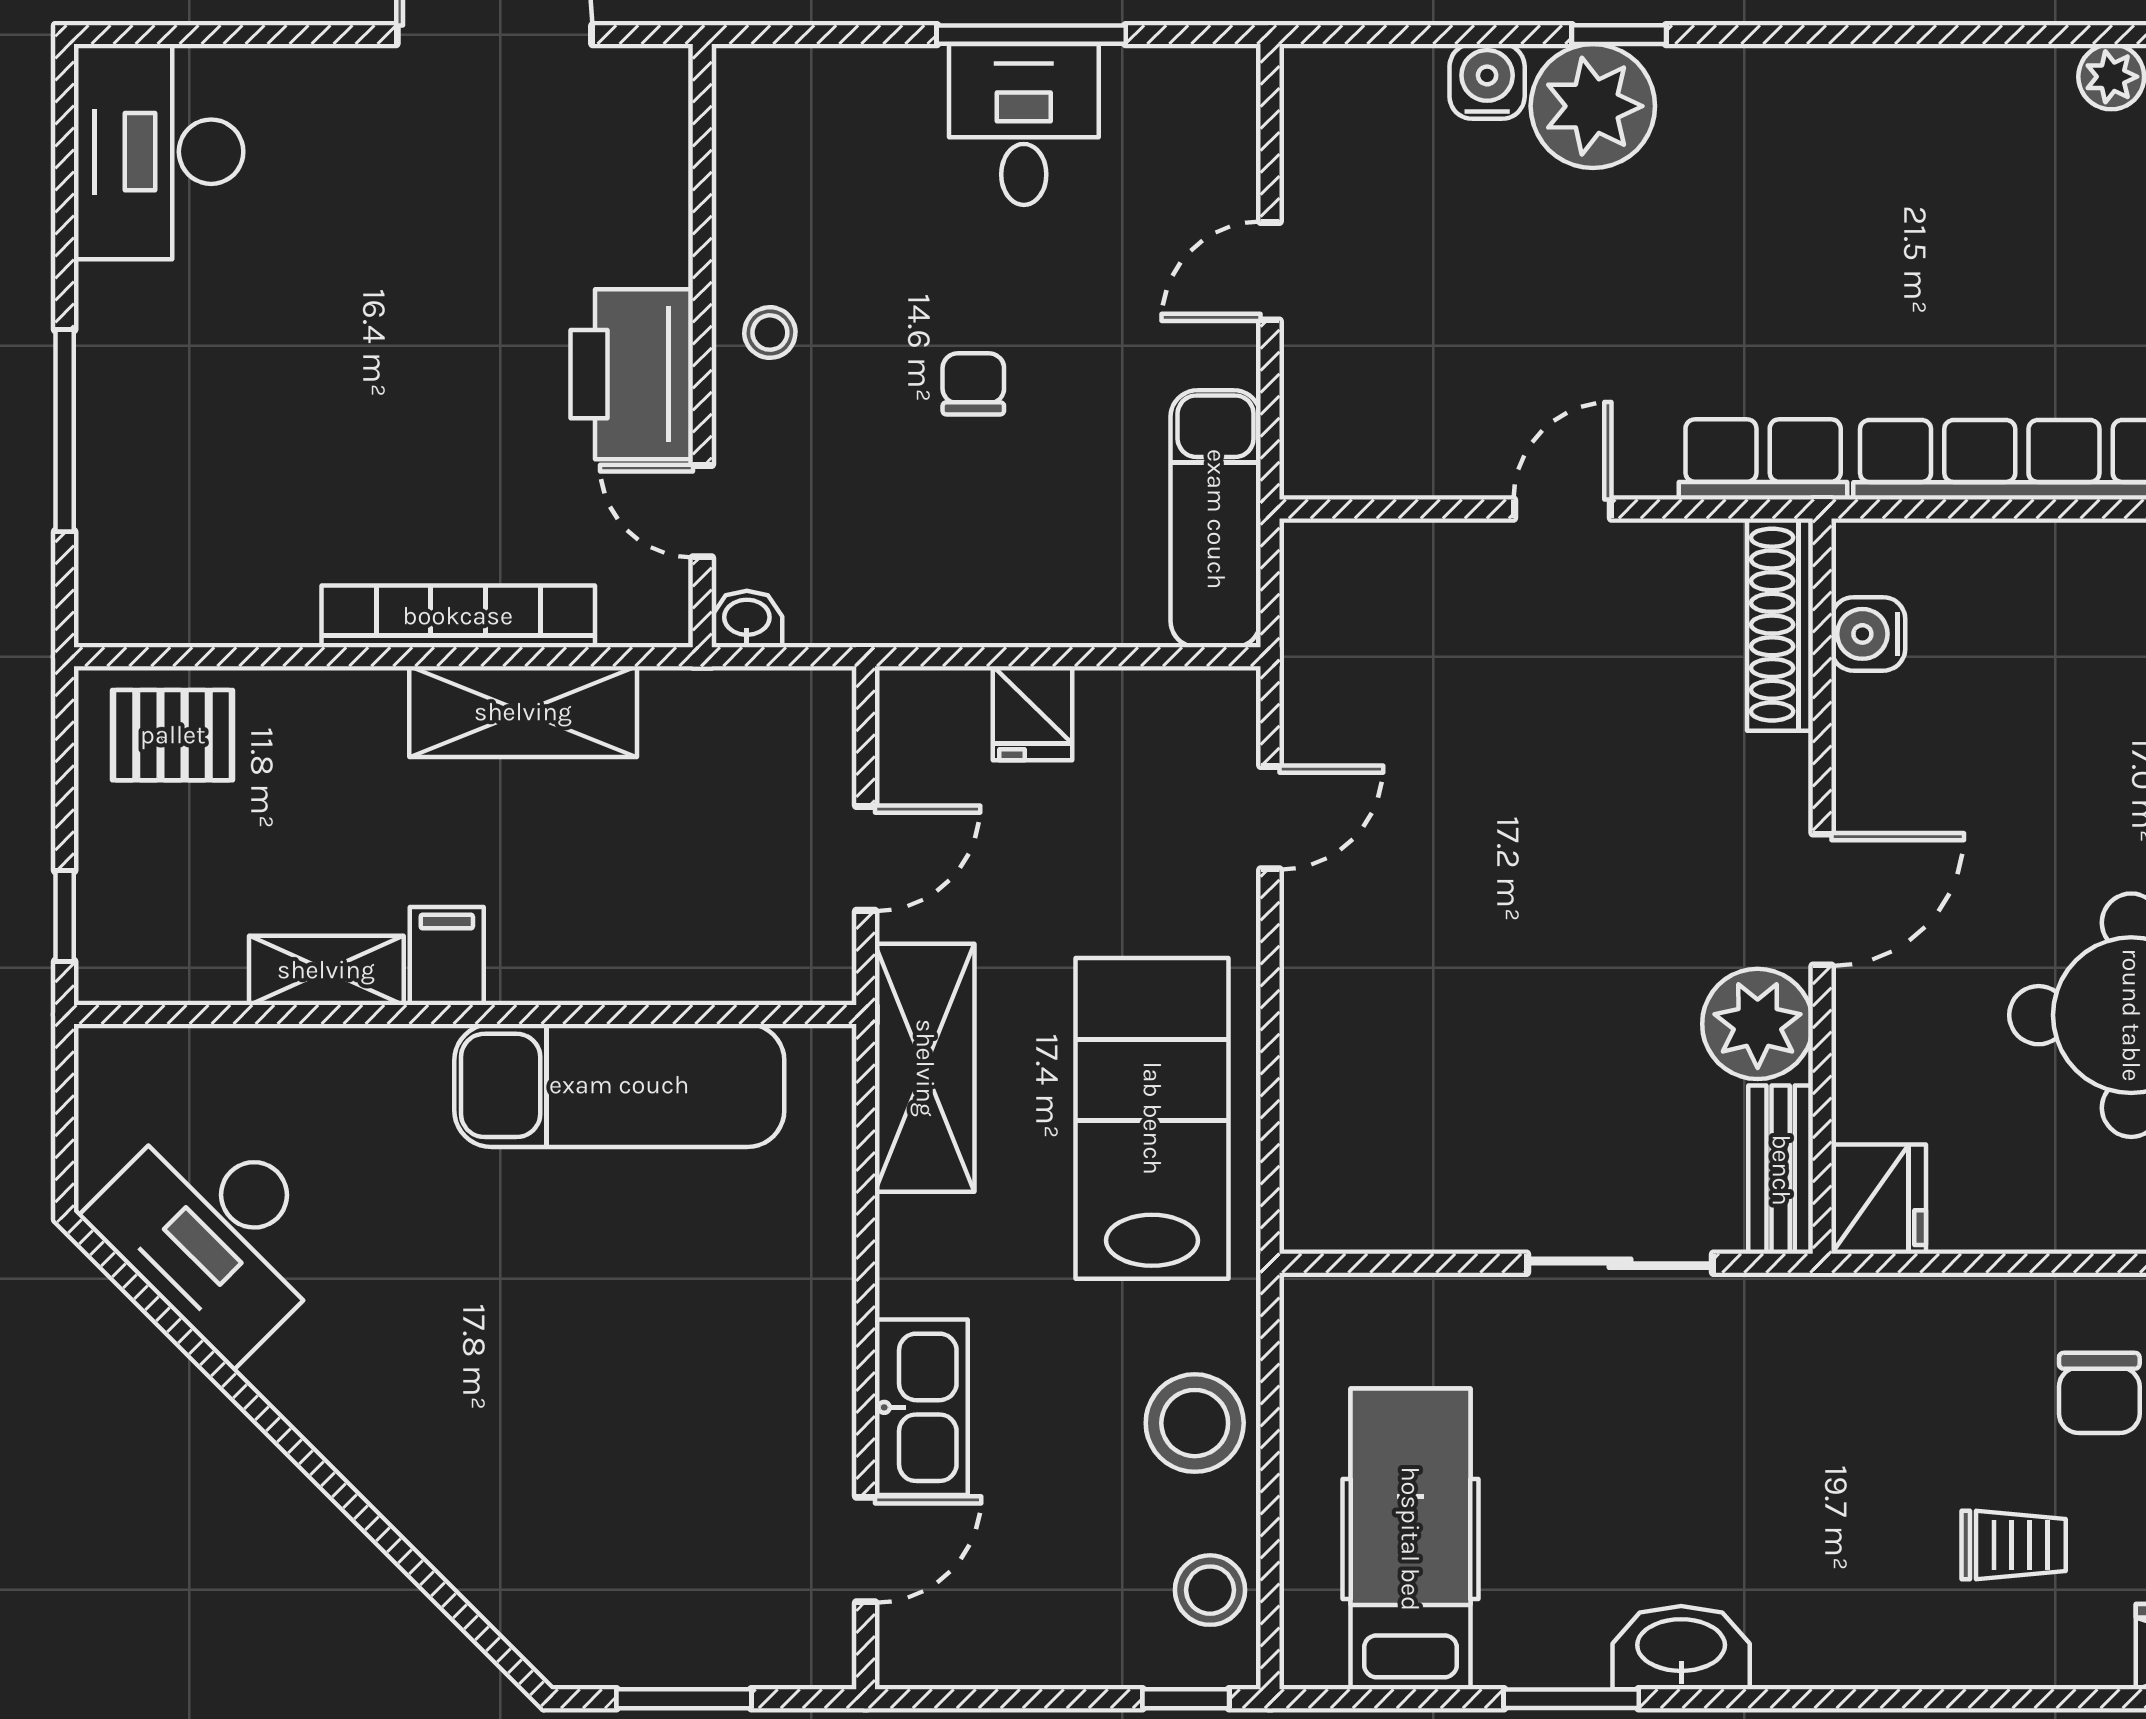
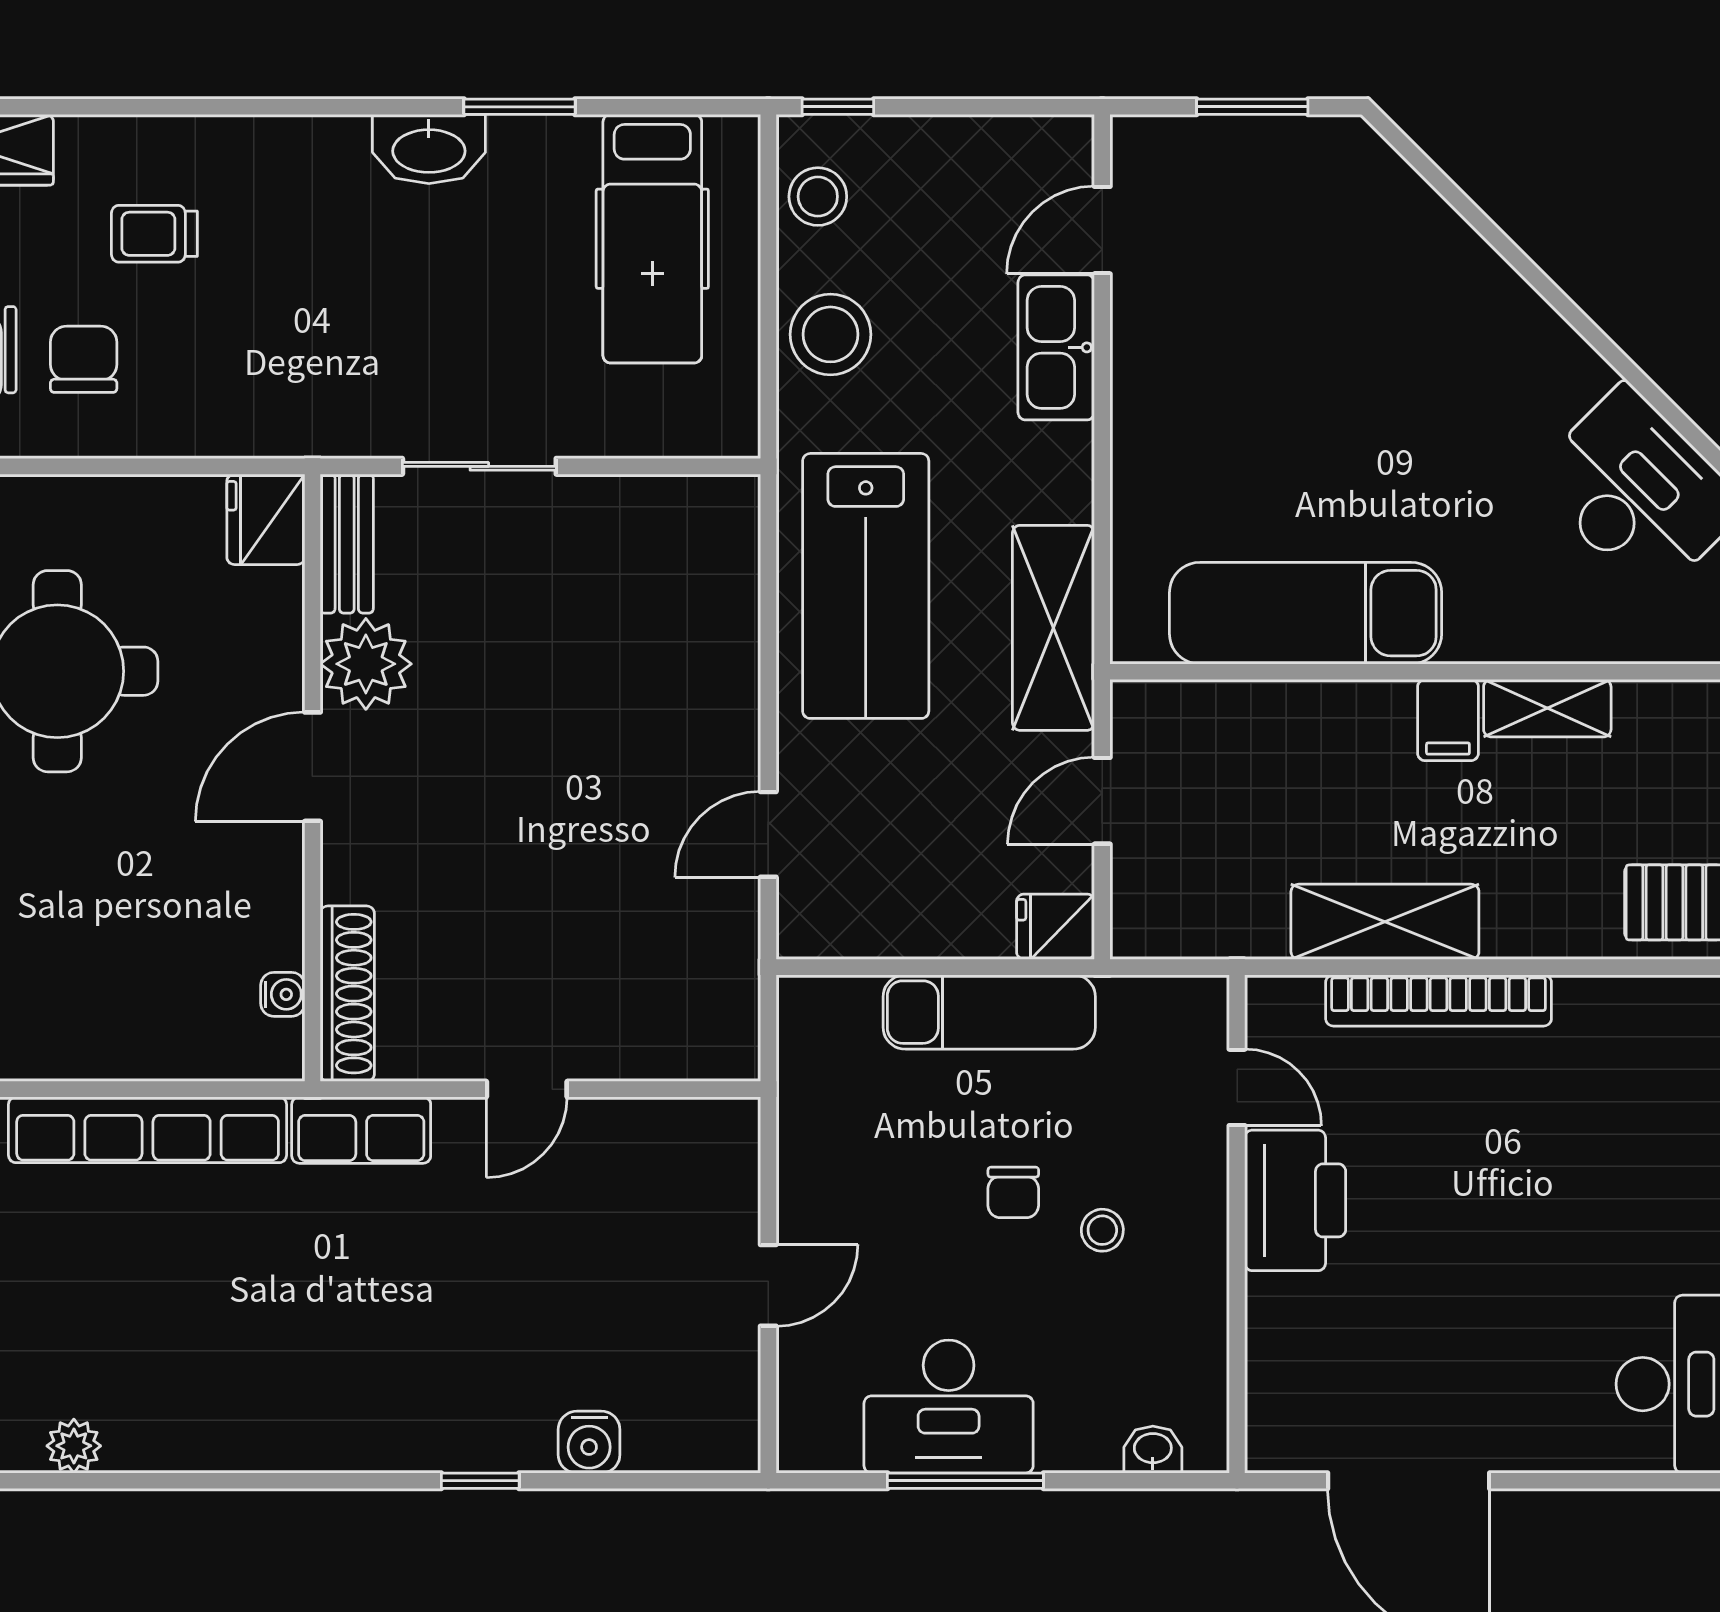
plant: (1593, 106) -> (502, 1422), removed
desk: (1024, 125) -> (949, 1407), width x1.37
stool: (770, 333) -> (1102, 1230), moved
exam couch: (1216, 519) -> (989, 1012), moved, turned 90
washbasin: (747, 619) -> (1153, 1450), moved, turned 180
water cooler: (1868, 634) -> (283, 994), width x0.72, depth x0.72
fridge: (1033, 713) -> (1055, 927), moved, turned -90

